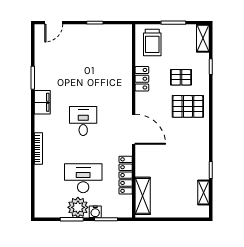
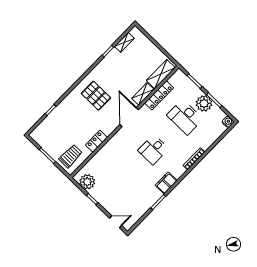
plant: (115, 34) -> (87, 182), added
shelving: (203, 38) -> (143, 94), moved
pallet: (181, 77) -> (73, 120), removed
pallet: (188, 106) -> (96, 96), moved
water cooler: (95, 212) -> (228, 122), moved

